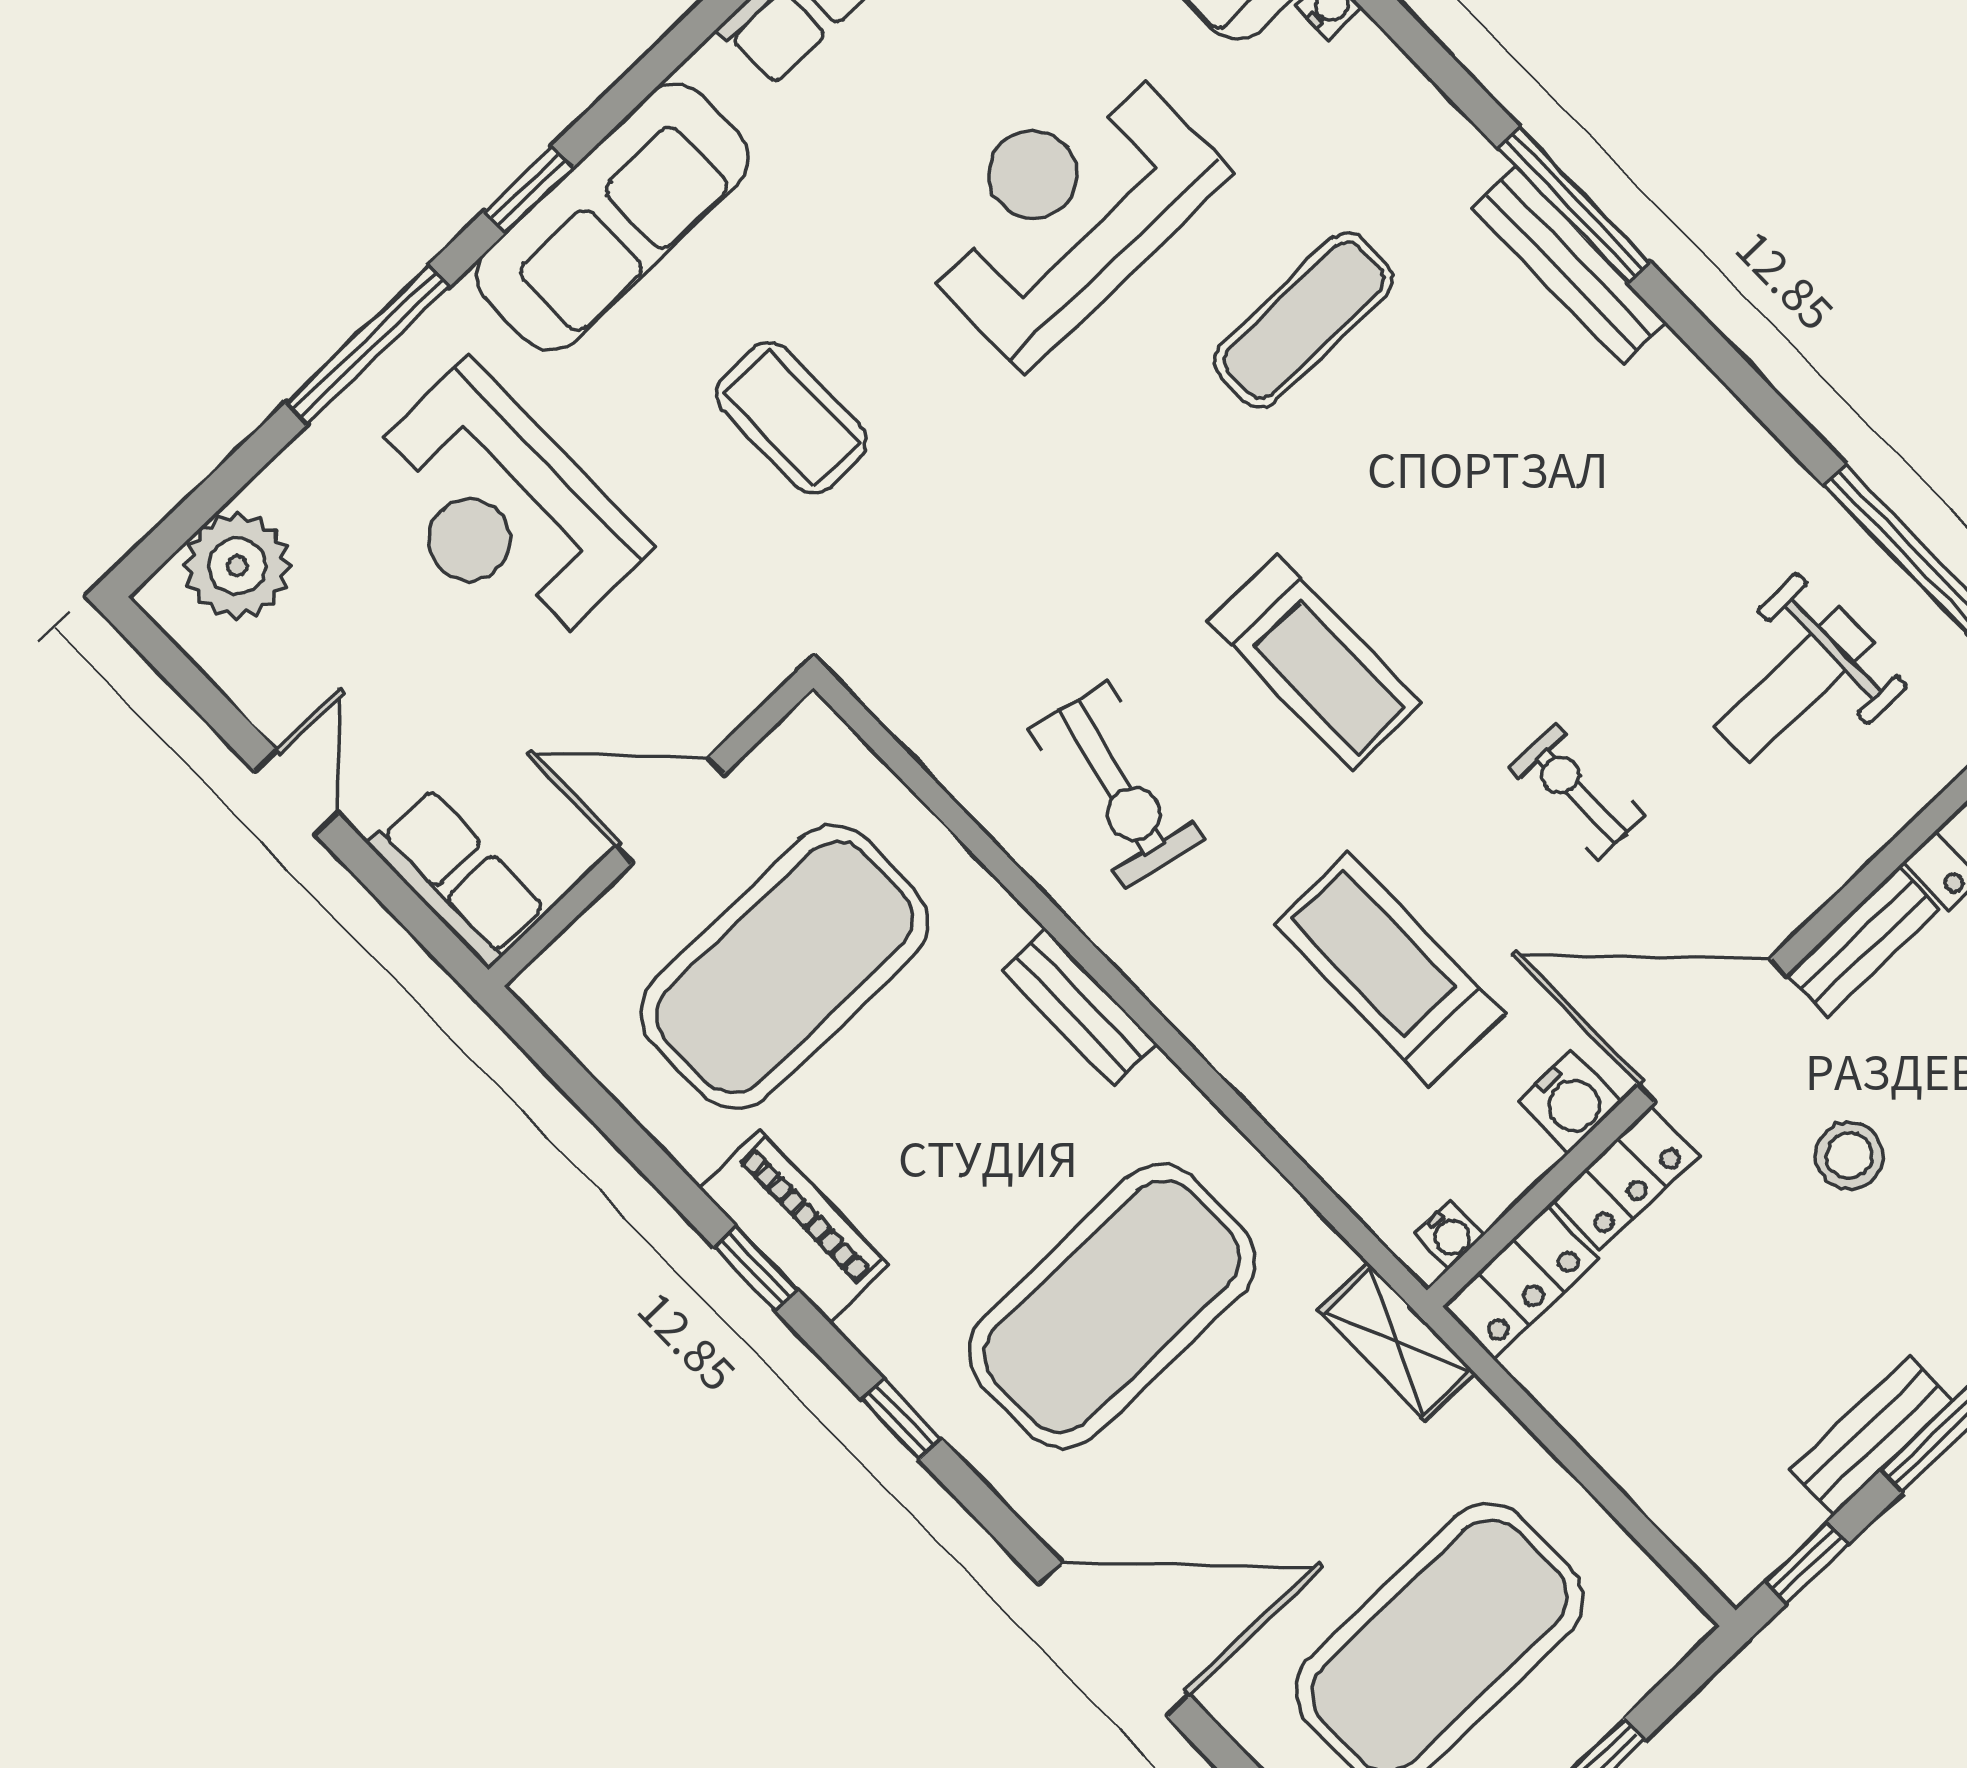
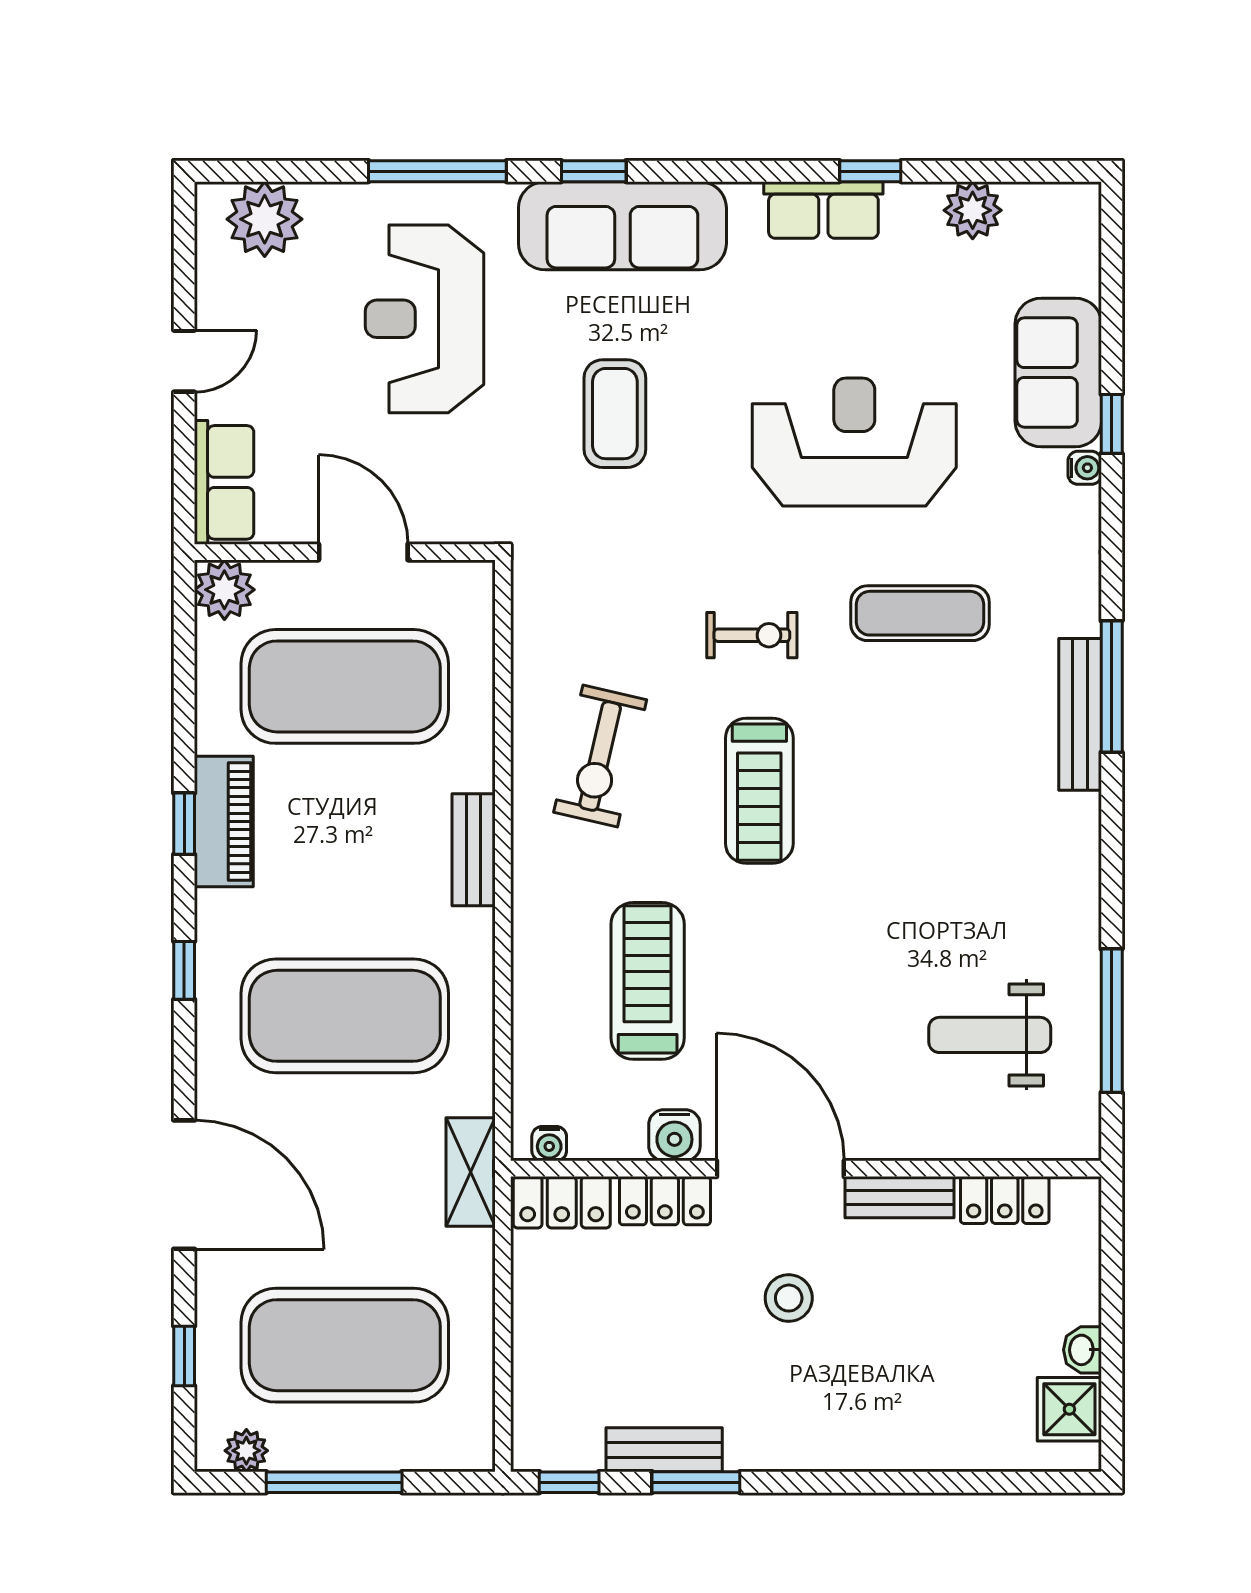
exercise bike: (1576, 791) -> (752, 635), moved, turned 90
plant: (564, 987) -> (224, 590), added

